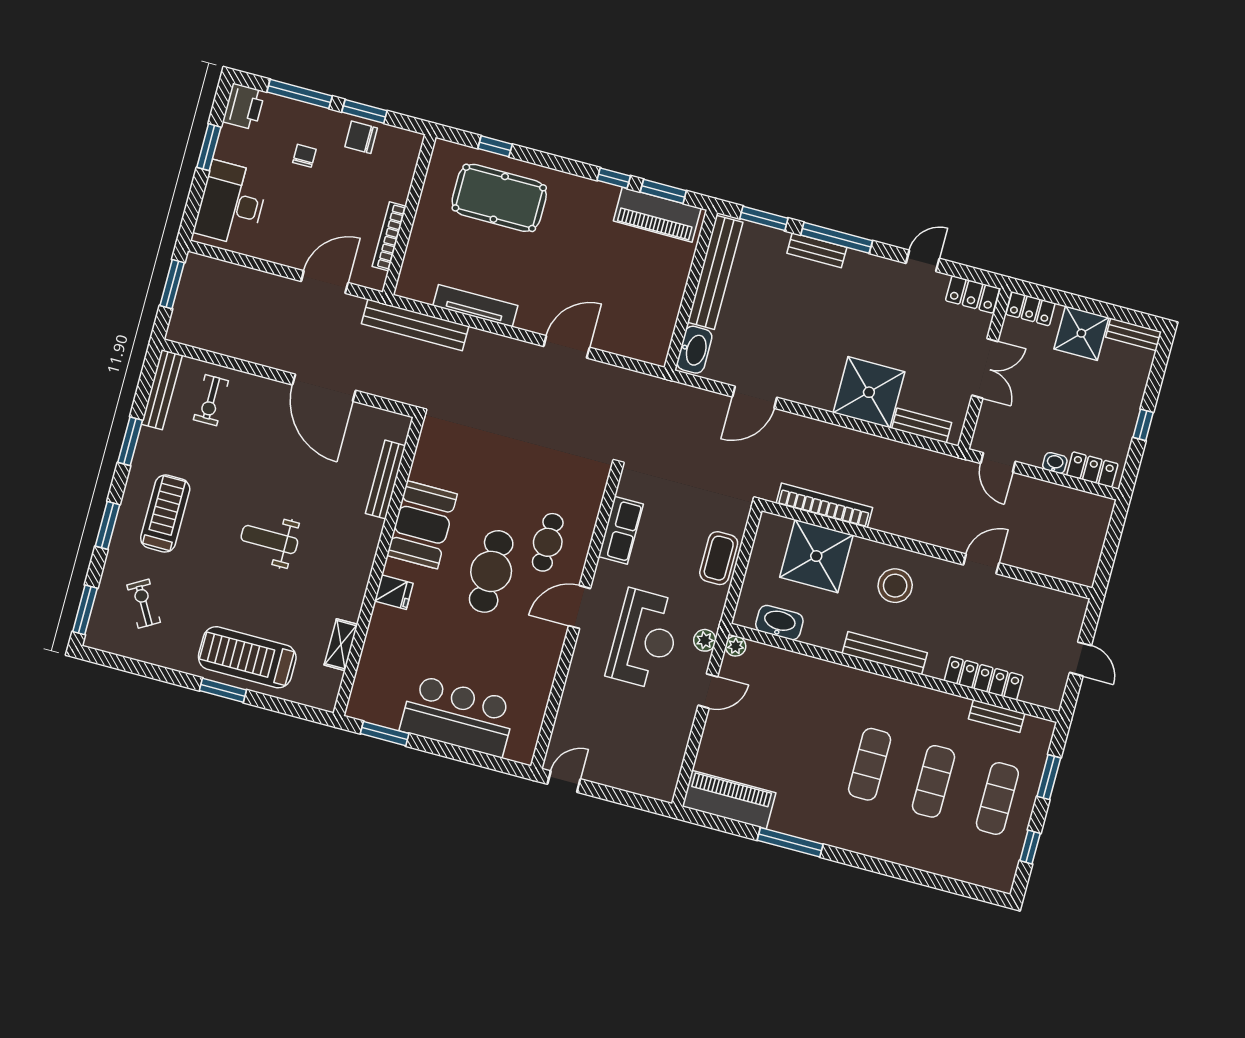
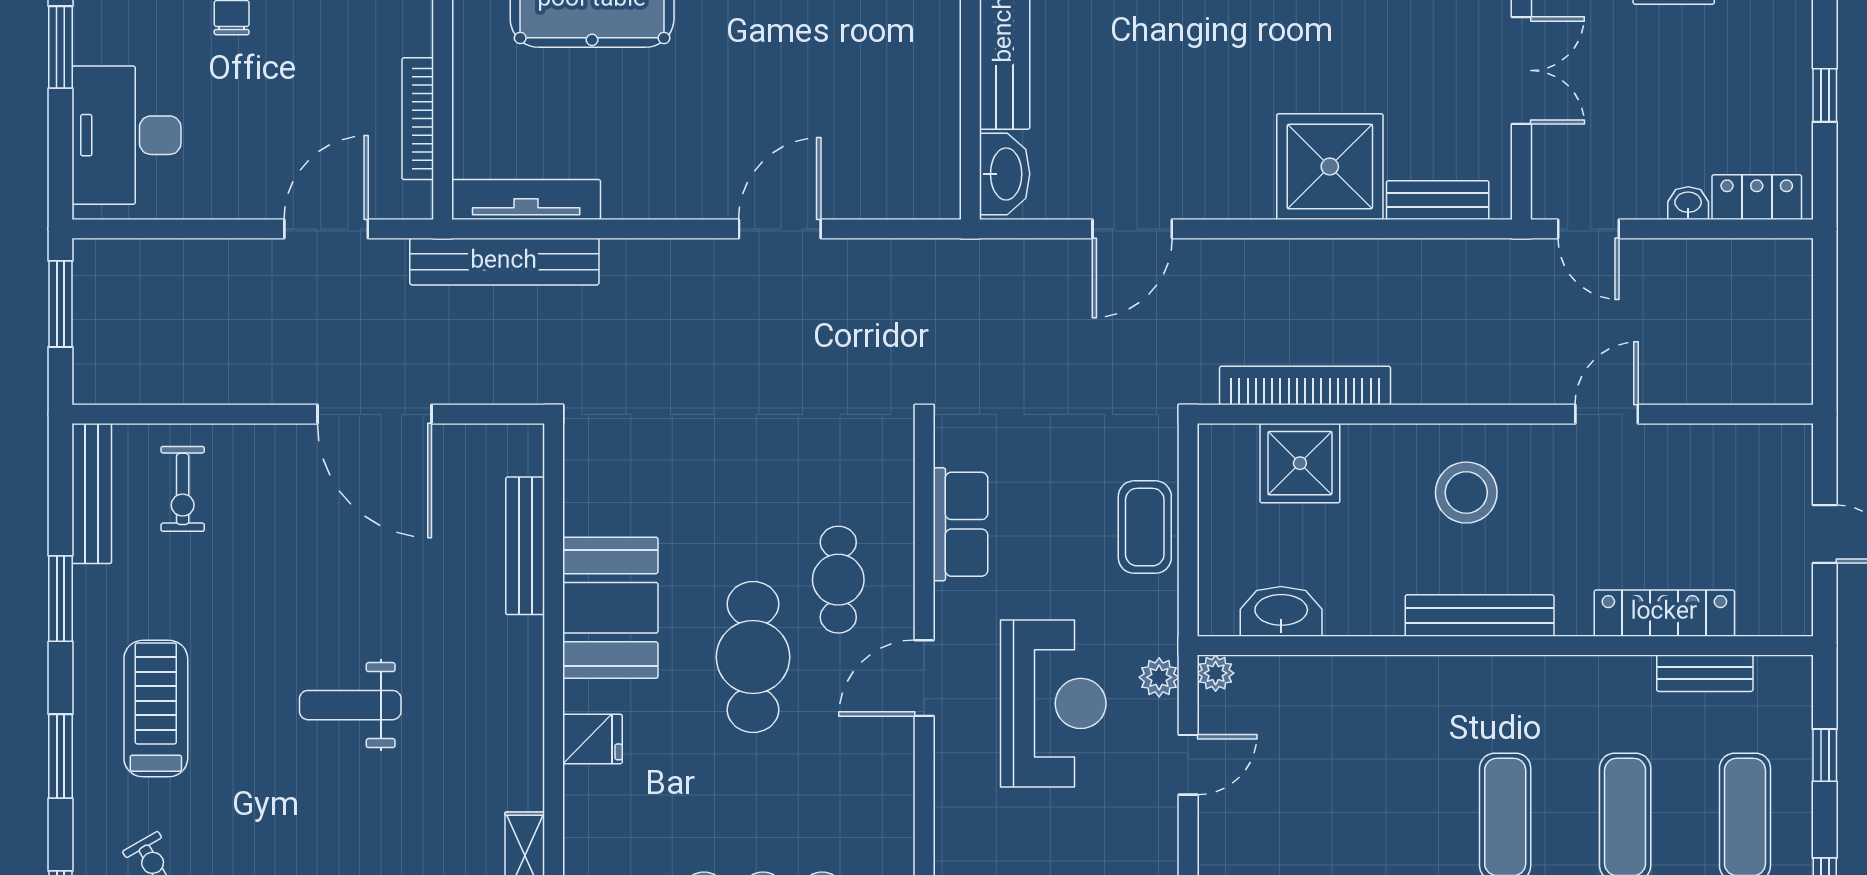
tv unit: (475, 306) -> (526, 199), moved
shower: (816, 556) -> (1300, 463), width x0.73, depth x0.73
window: (1049, 777) -> (1825, 755), width x0.67

